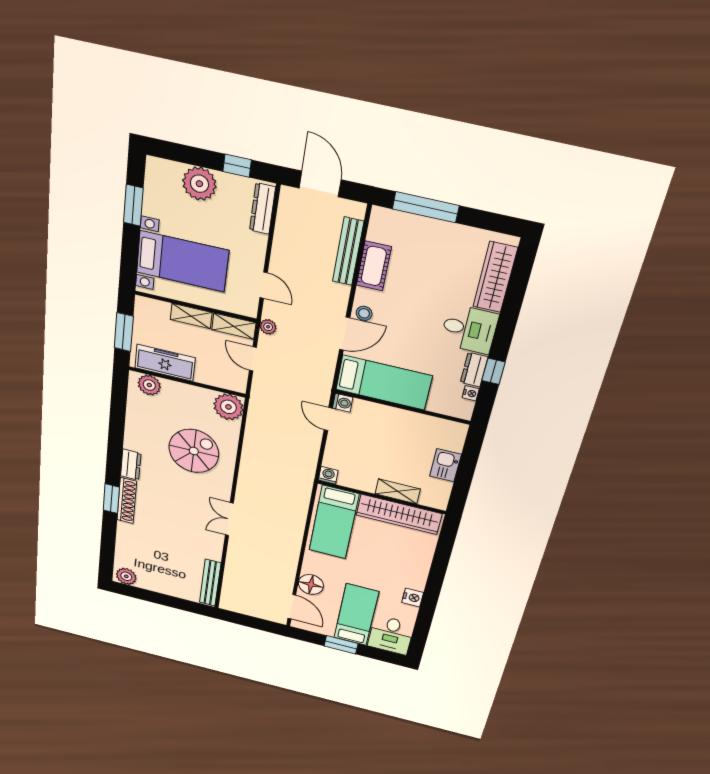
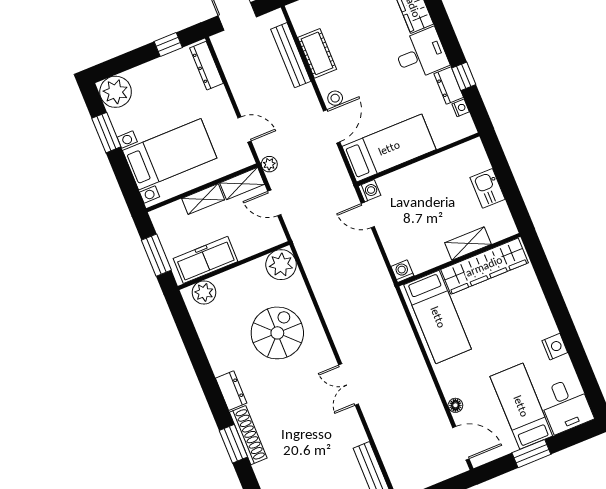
plant: (199, 184) -> (116, 92), moved
floor lamp: (311, 585) -> (455, 405), width x0.53, depth x0.53

